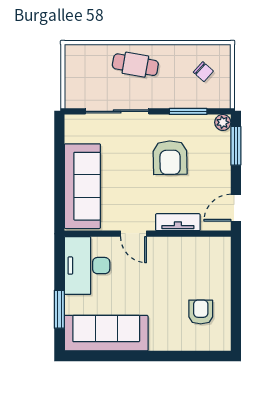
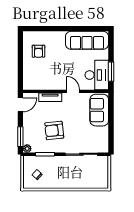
cafe table: (135, 65) -> (72, 178), removed
armchair: (170, 158) -> (54, 130), turned -95
sofa: (82, 186) -> (99, 110), width x0.73
window: (59, 309) -> (111, 72), moved

